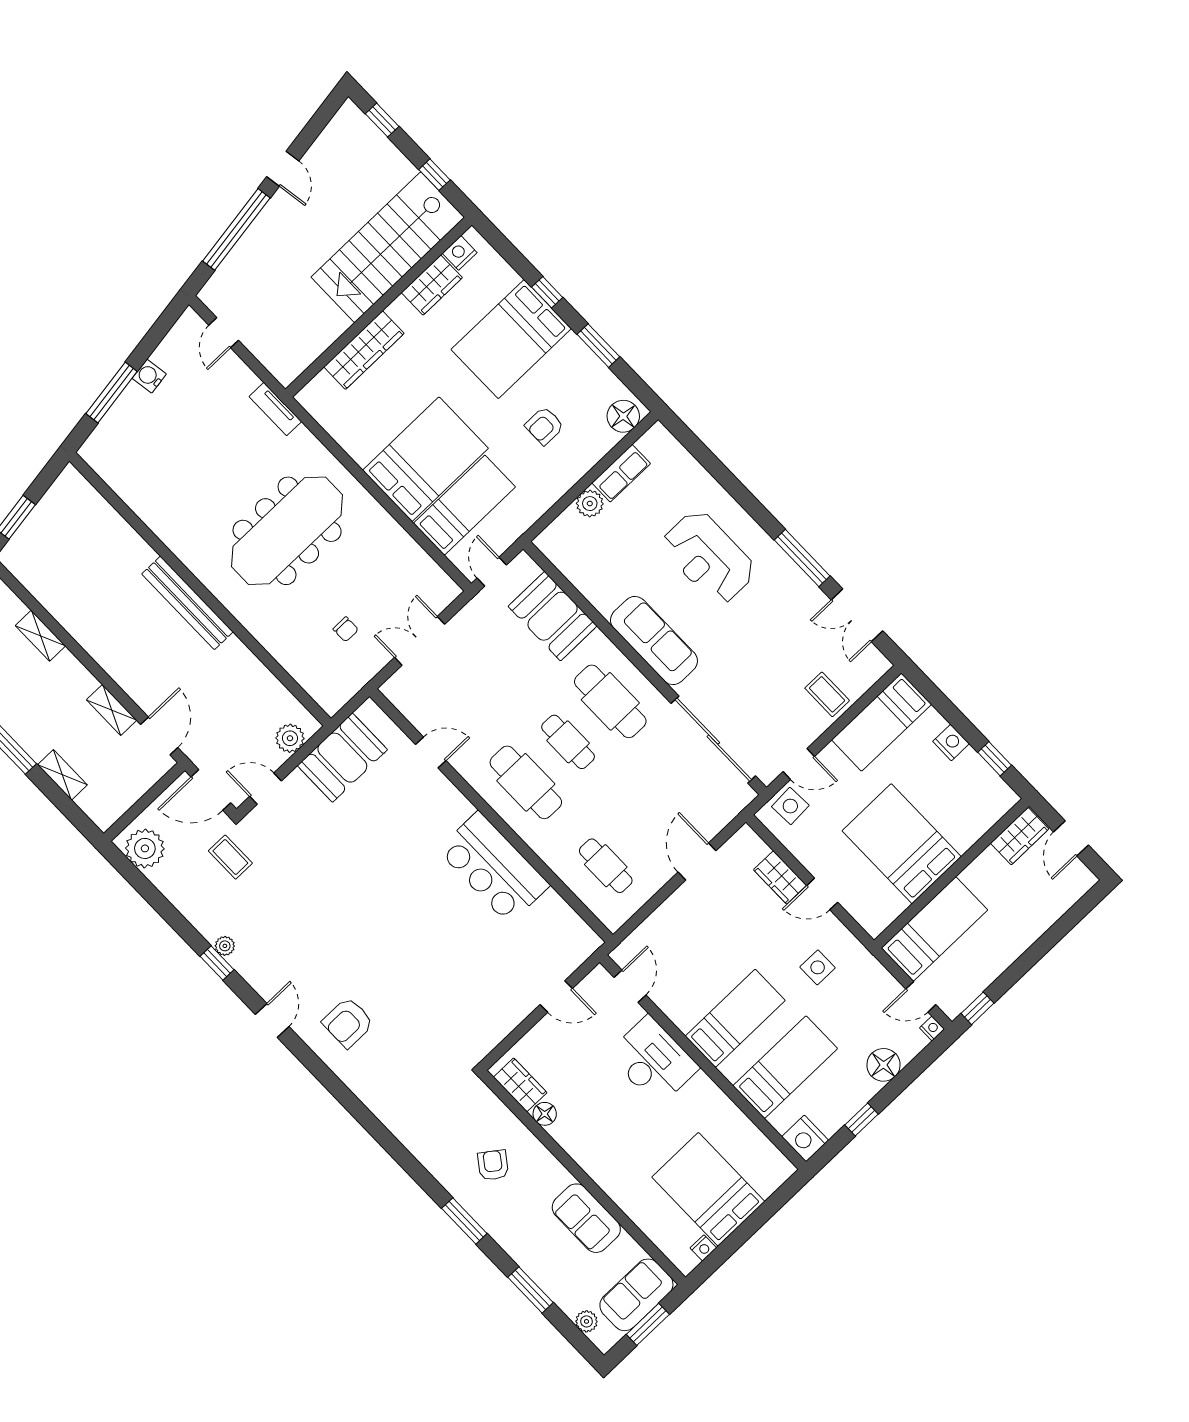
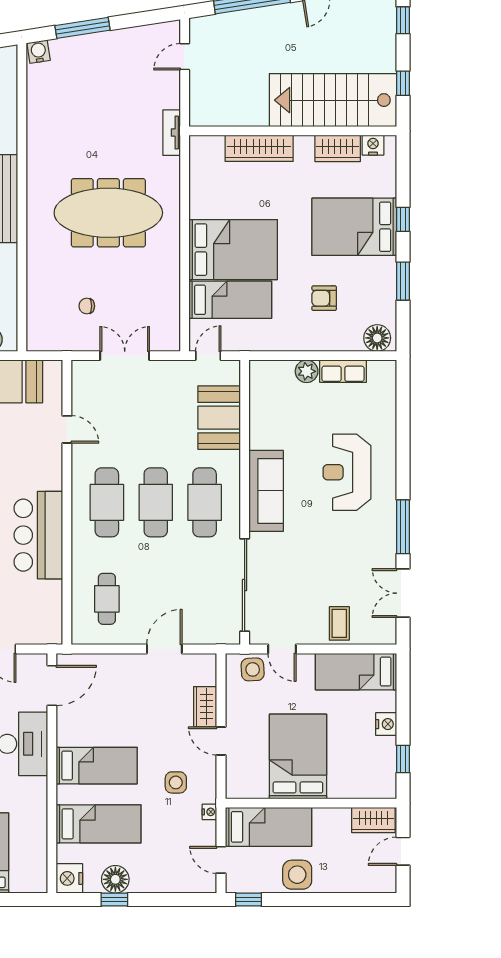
water cooler: (149, 376) -> (39, 52), moved
chair: (346, 629) -> (87, 306), turned 90
cafe table: (568, 742) -> (156, 502), width x1.37, depth x1.35
side table: (999, 946) -> (297, 875), added
door: (630, 986) -> (52, 685), width x1.38
nightstand: (932, 1028) -> (209, 812), moved
floor lamp: (884, 1065) -> (115, 879), moved

